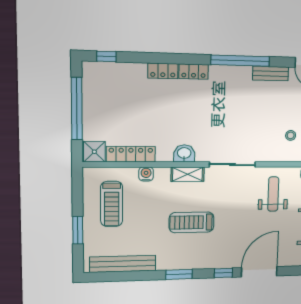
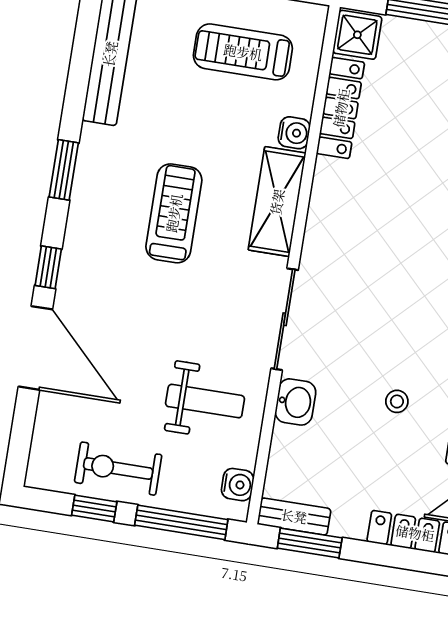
stool: (291, 135) -> (397, 401), moved
washbasin: (184, 153) -> (295, 402), moved
shelving: (188, 174) -> (277, 202), width x1.50, depth x1.33

